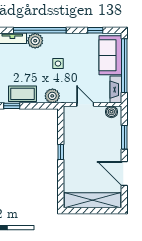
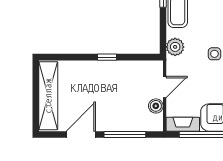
boiler: (111, 112) -> (156, 106), moved
window: (124, 137) -> (125, 134), width x1.44

